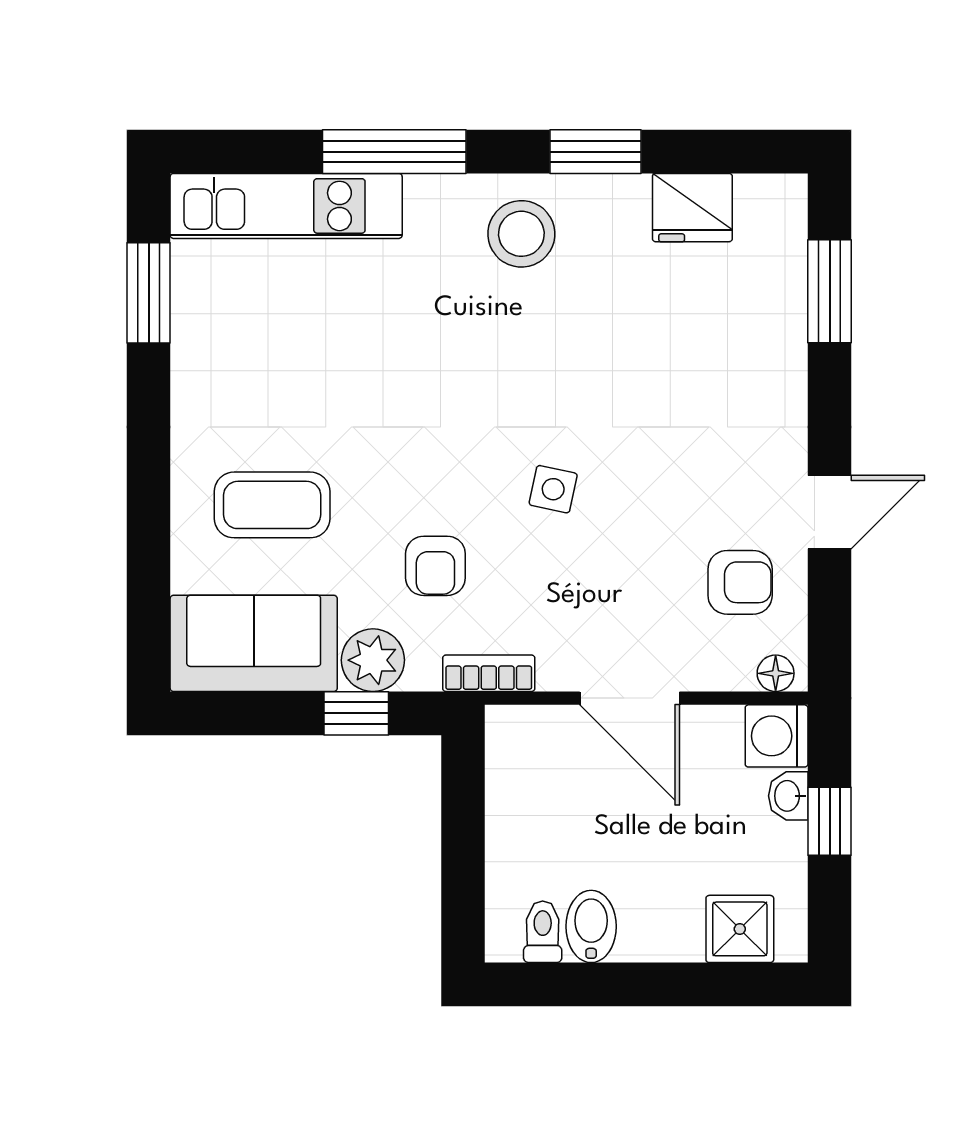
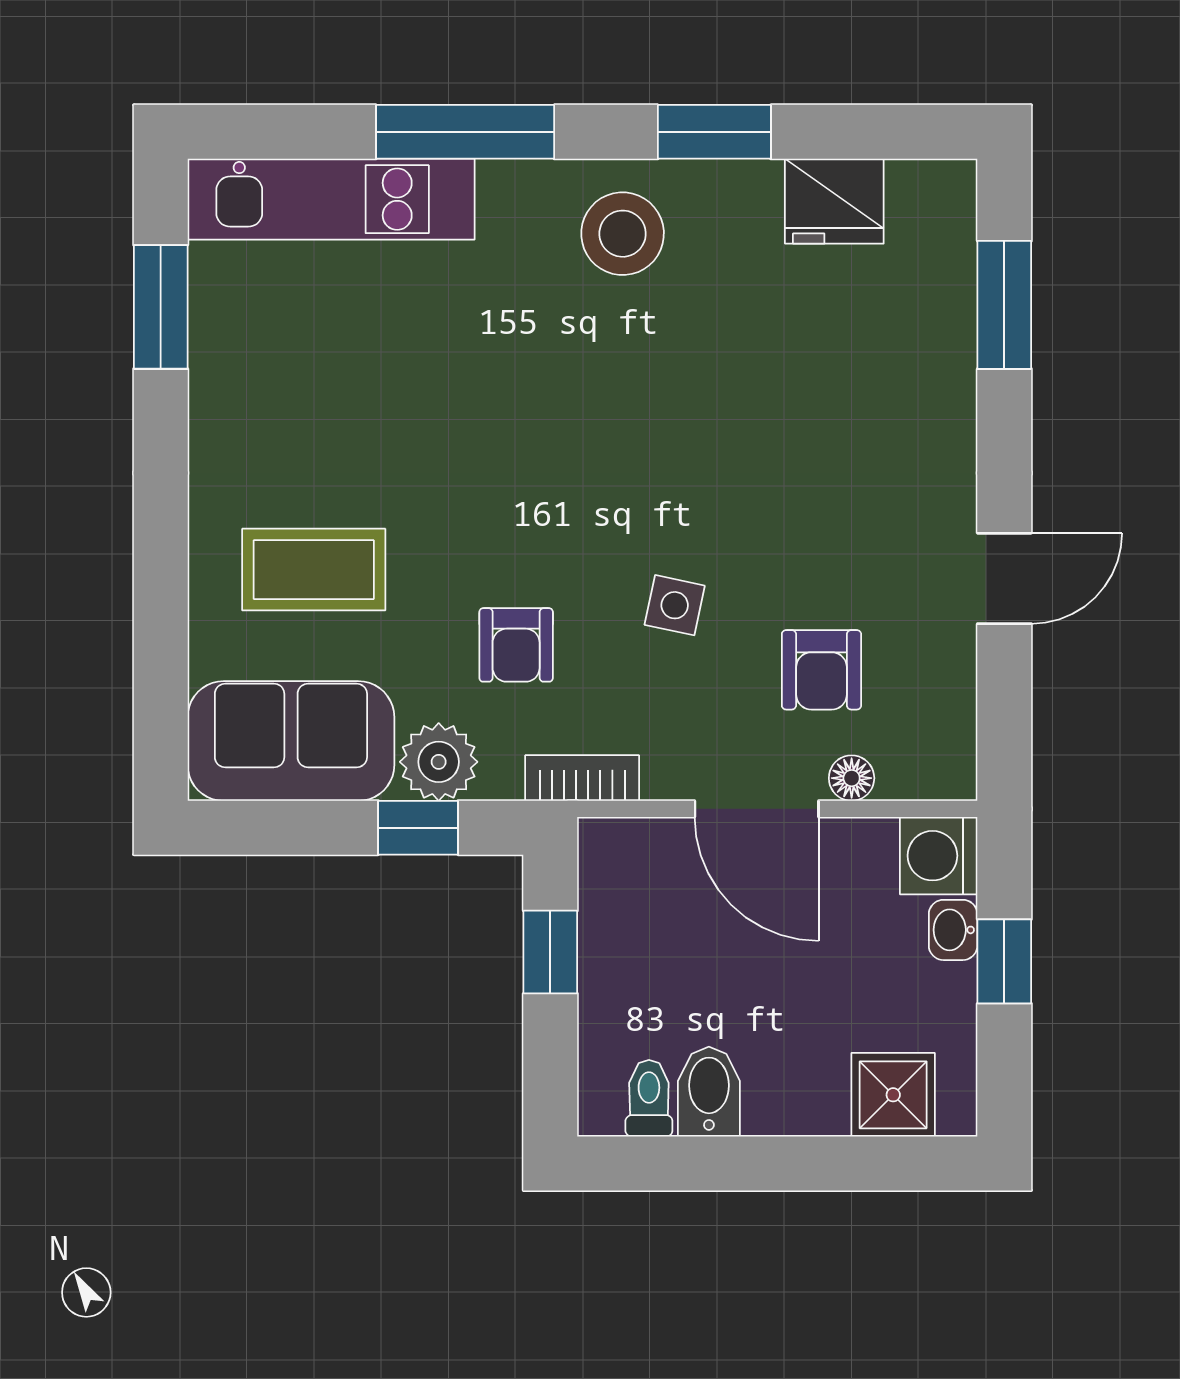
side table: (553, 489) -> (675, 605), moved
armchair: (740, 582) -> (821, 670), moved, turned 90
floor lamp: (776, 673) -> (852, 778), moved
window: (463, 814) -> (550, 952), added

